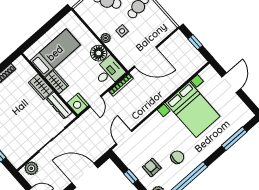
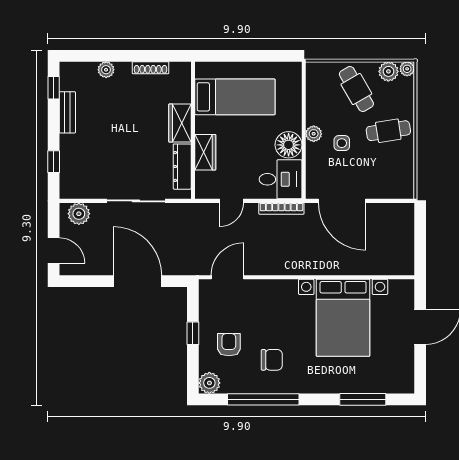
window: (195, 42) -> (420, 237), removed
wardrobe: (57, 82) -> (205, 152), moved
nightstand: (78, 104) -> (207, 185), removed

